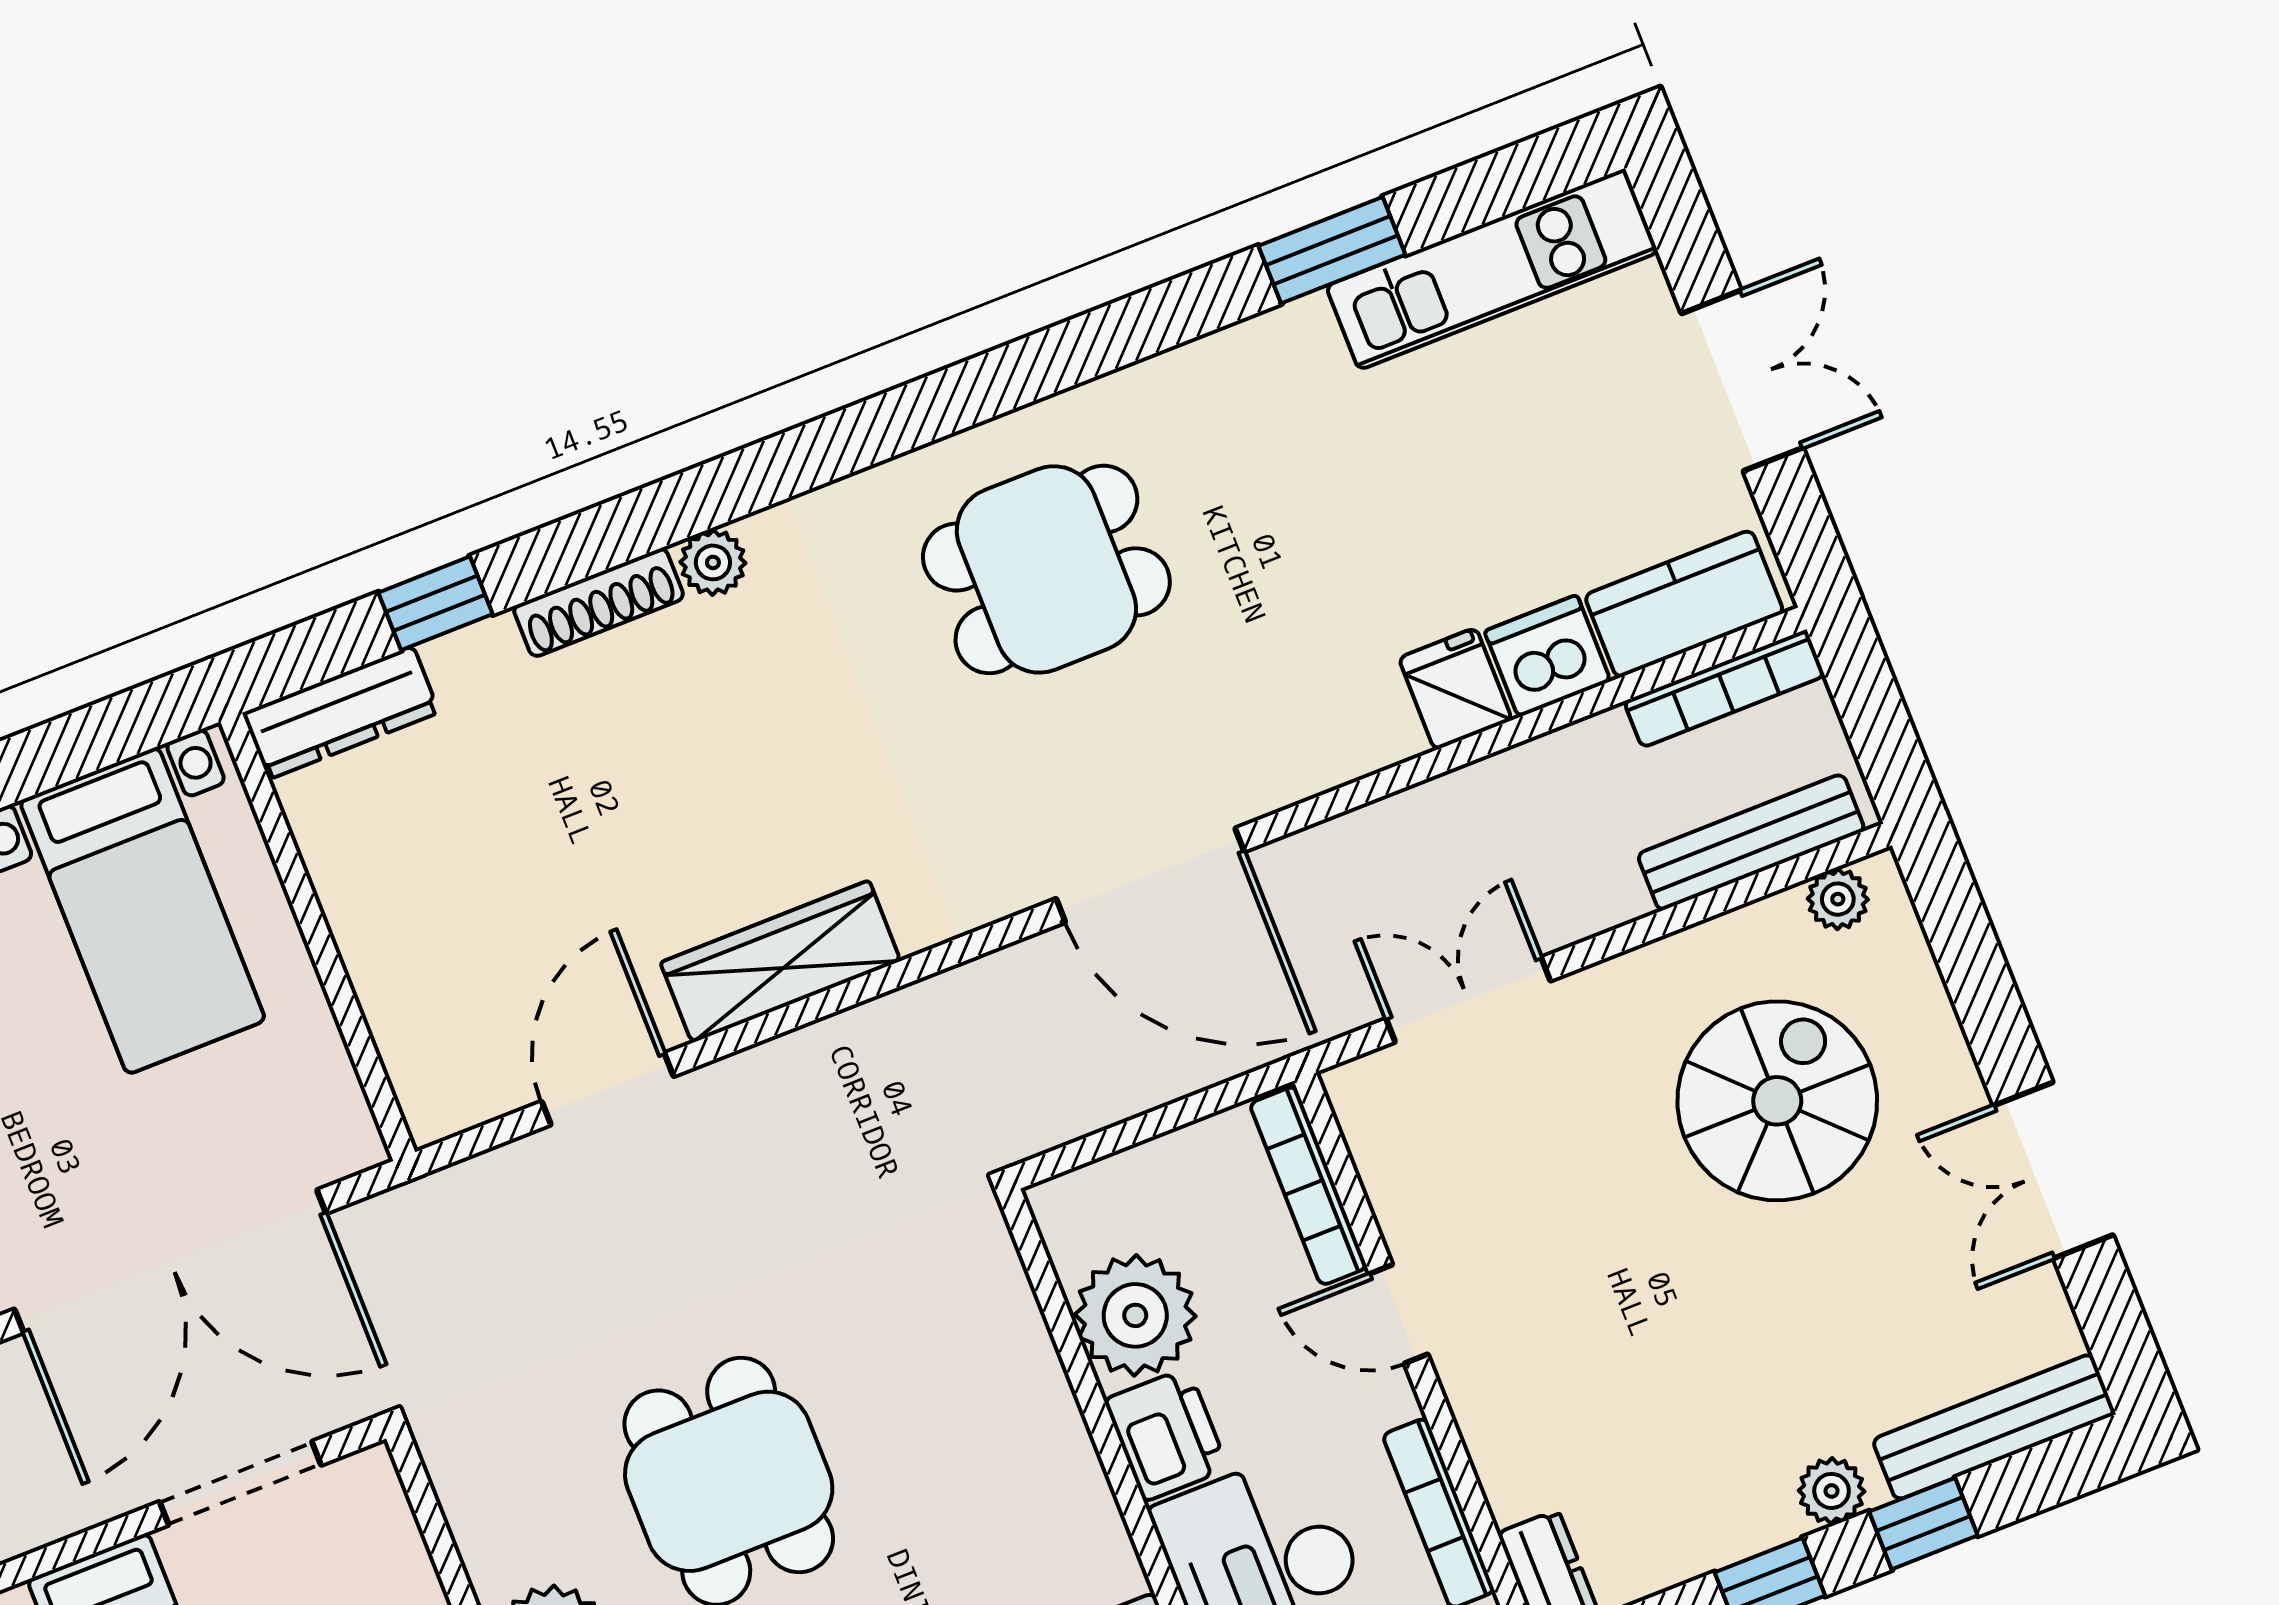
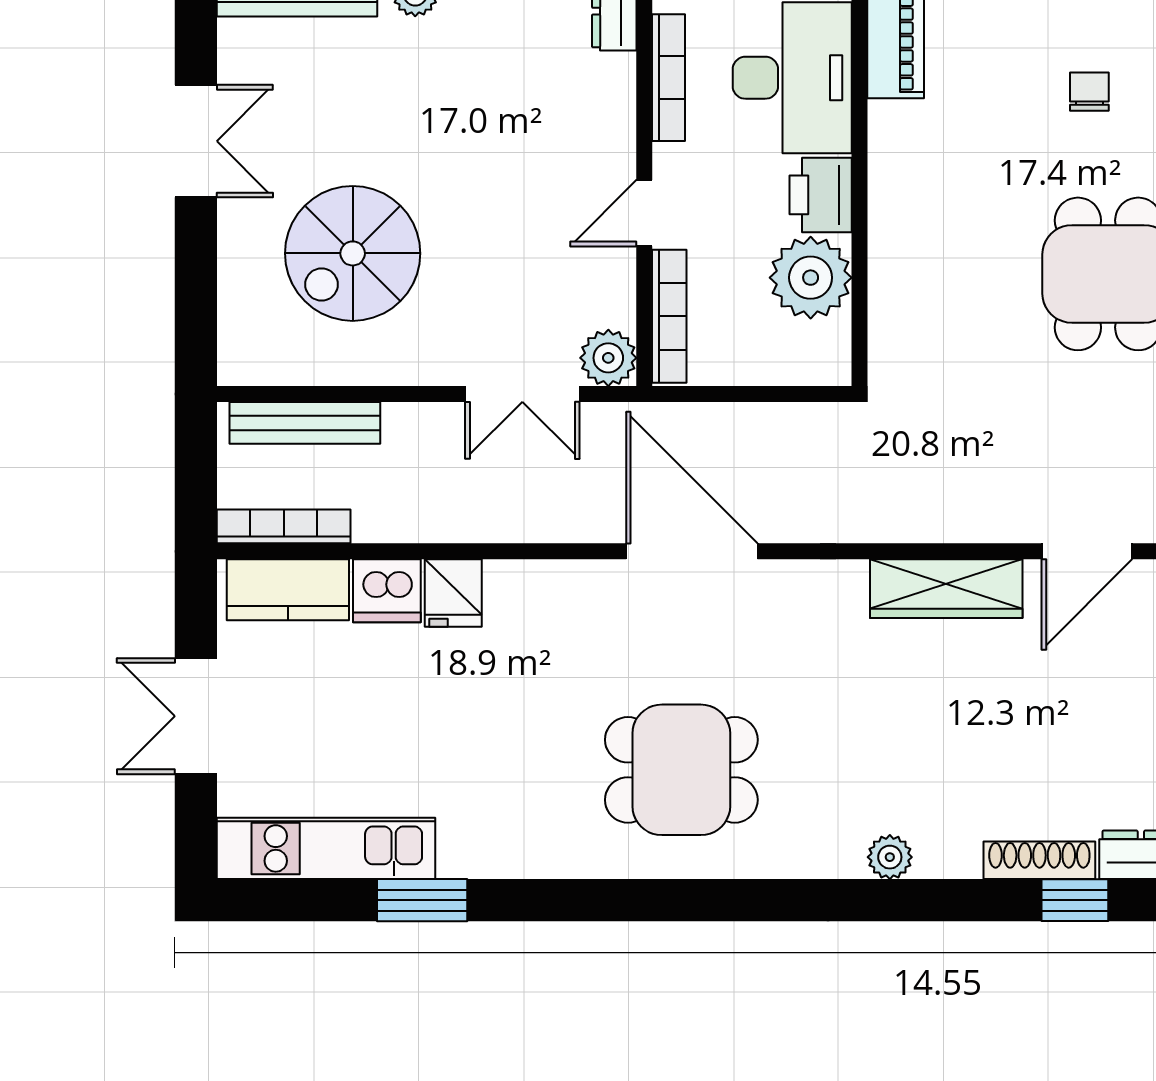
shoe rack: (599, 602) -> (1039, 860), moved
plant: (1838, 899) -> (608, 358), moved, width x1.38, depth x1.38
door: (1398, 1314) -> (644, 213), swing flipped

